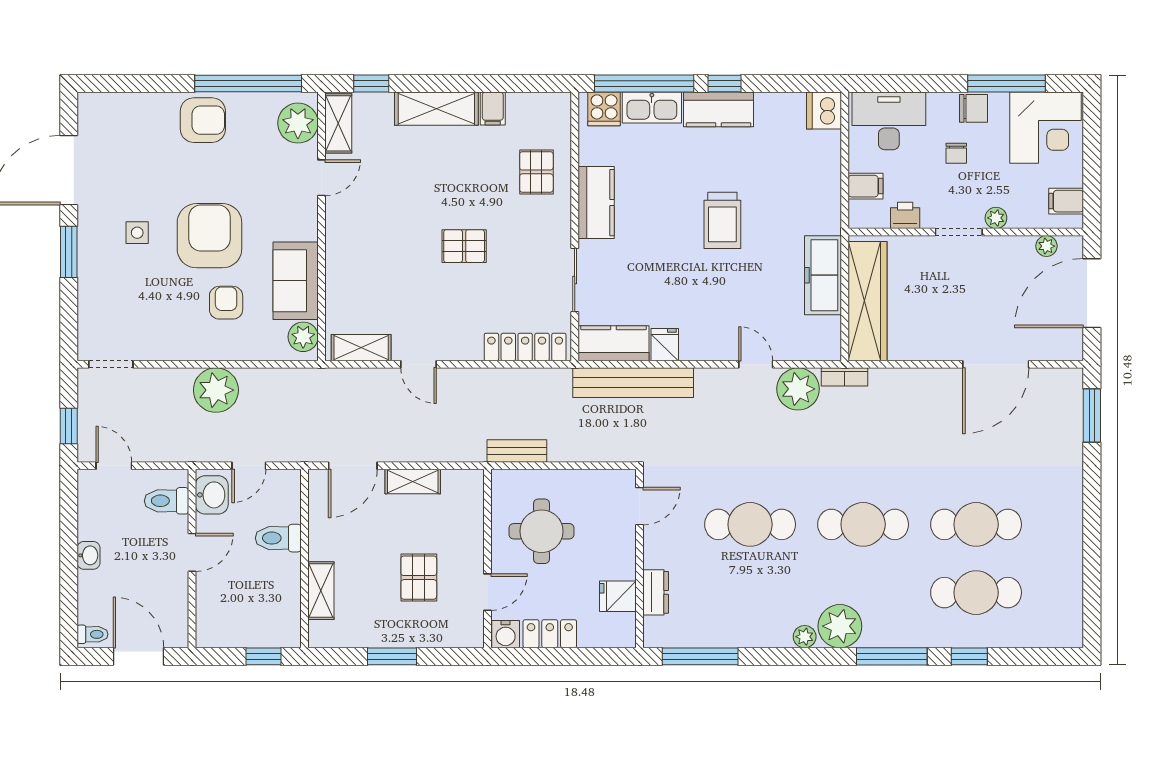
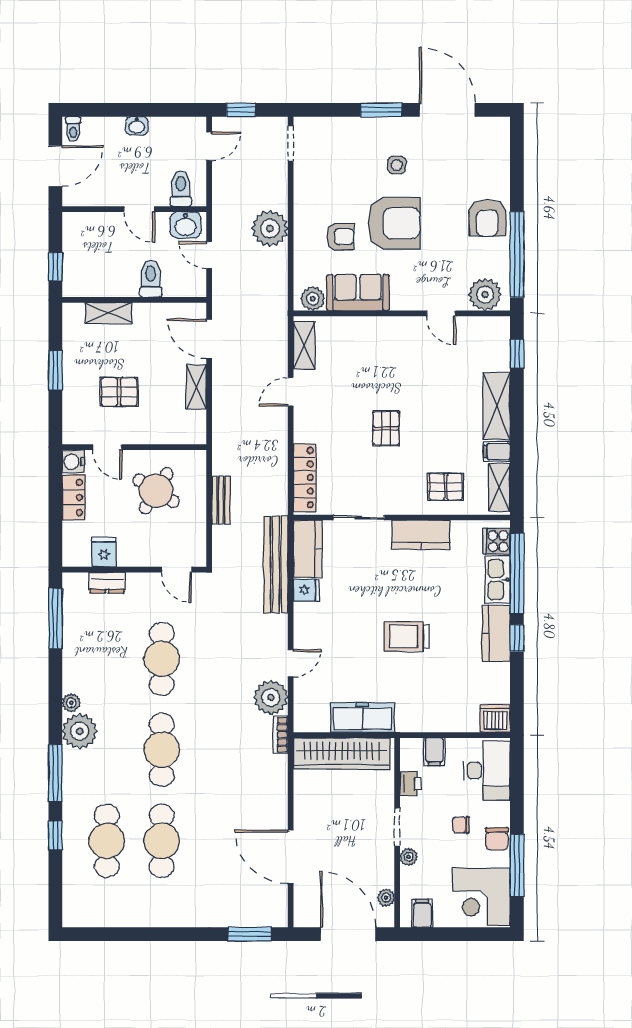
shelving: (338, 123) -> (499, 487), moved, turned 90
bench: (517, 451) -> (221, 500), moved
round table: (541, 531) -> (156, 491), turned 32

